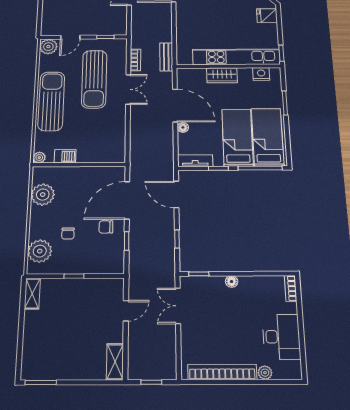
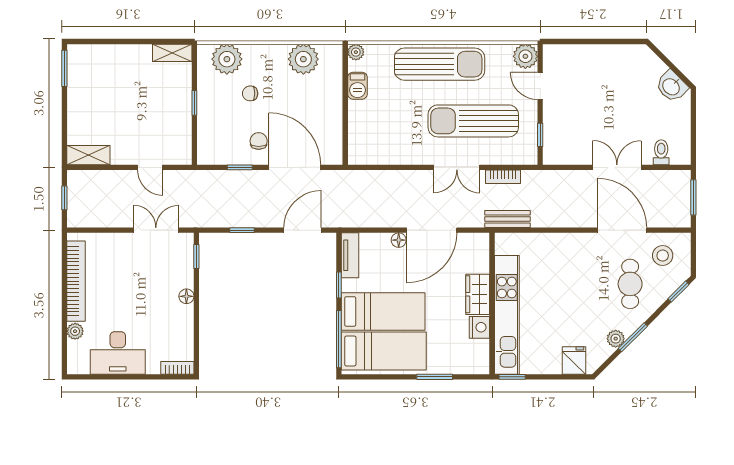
nightstand: (261, 74) -> (479, 327), moved

